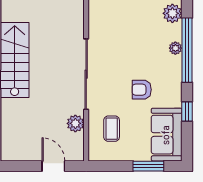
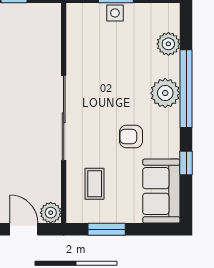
plant: (175, 48) -> (165, 93), width x1.88, depth x1.88
plant: (75, 123) -> (51, 213), moved
window: (148, 166) -> (107, 229), moved

